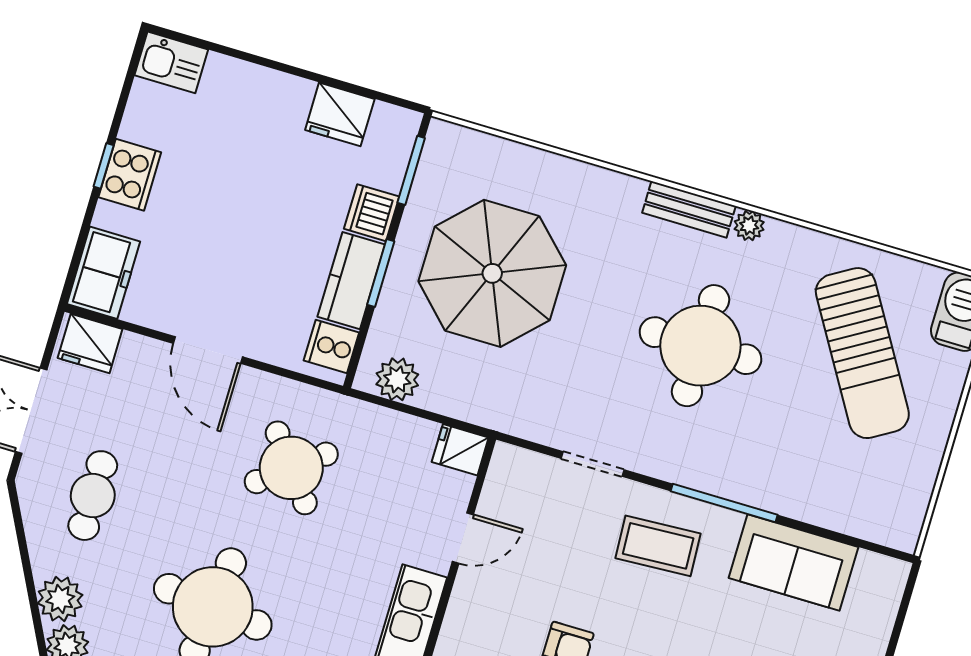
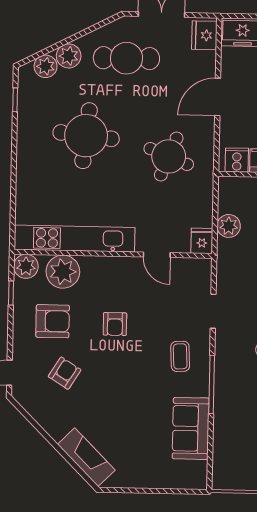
plant: (397, 379) -> (229, 226), moved
round table: (291, 468) -> (169, 156), turned -30
cafe table: (93, 496) -> (126, 58), width x1.37, depth x1.35
coffee table: (658, 546) -> (180, 356), width x0.73, depth x0.77

